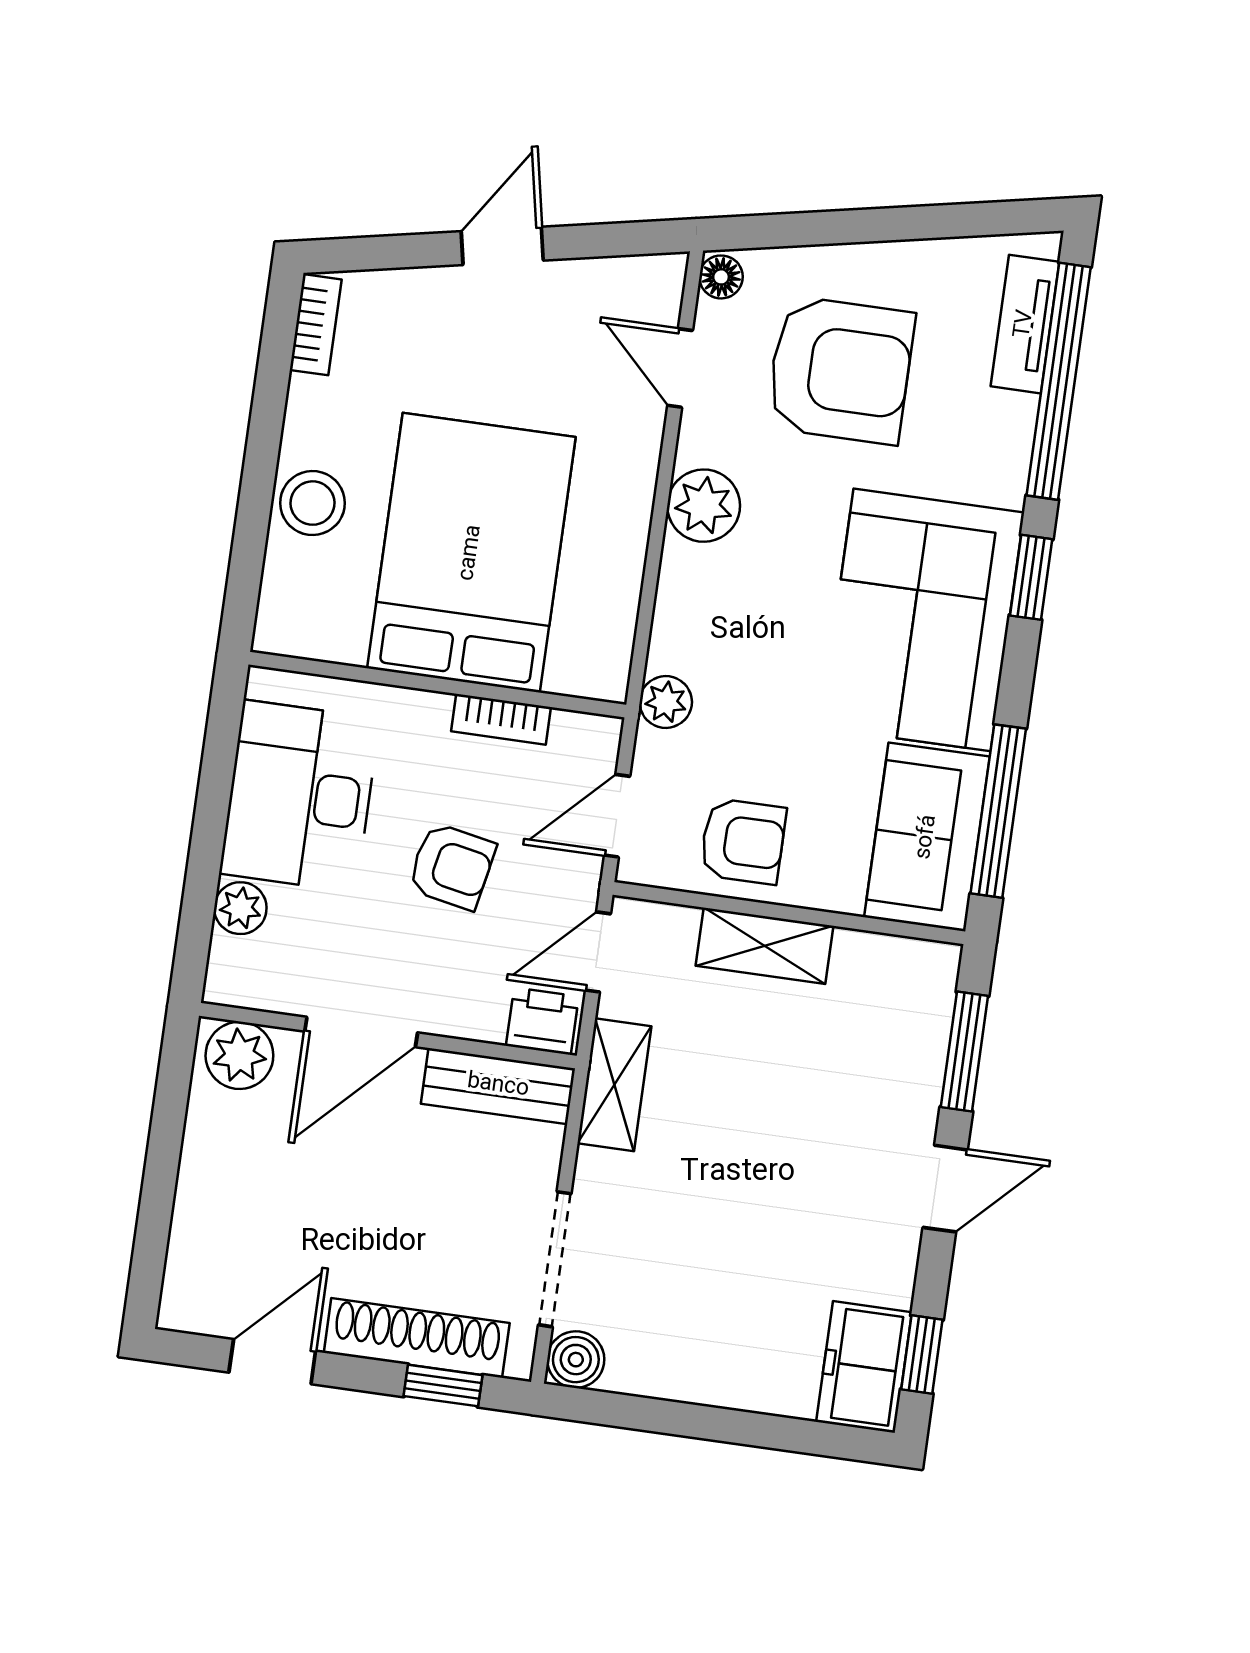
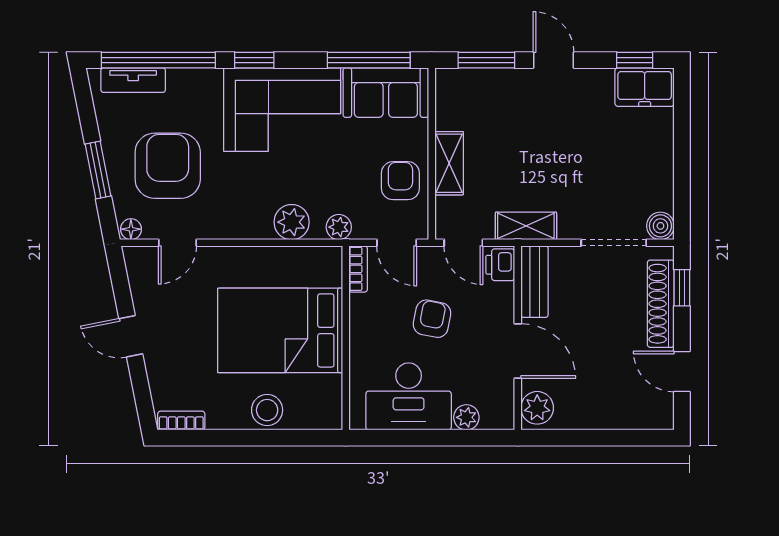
window: (852, 226) -> (98, 170), added
plant: (704, 506) -> (292, 222), moved
bookcase: (501, 719) -> (358, 269), moved

